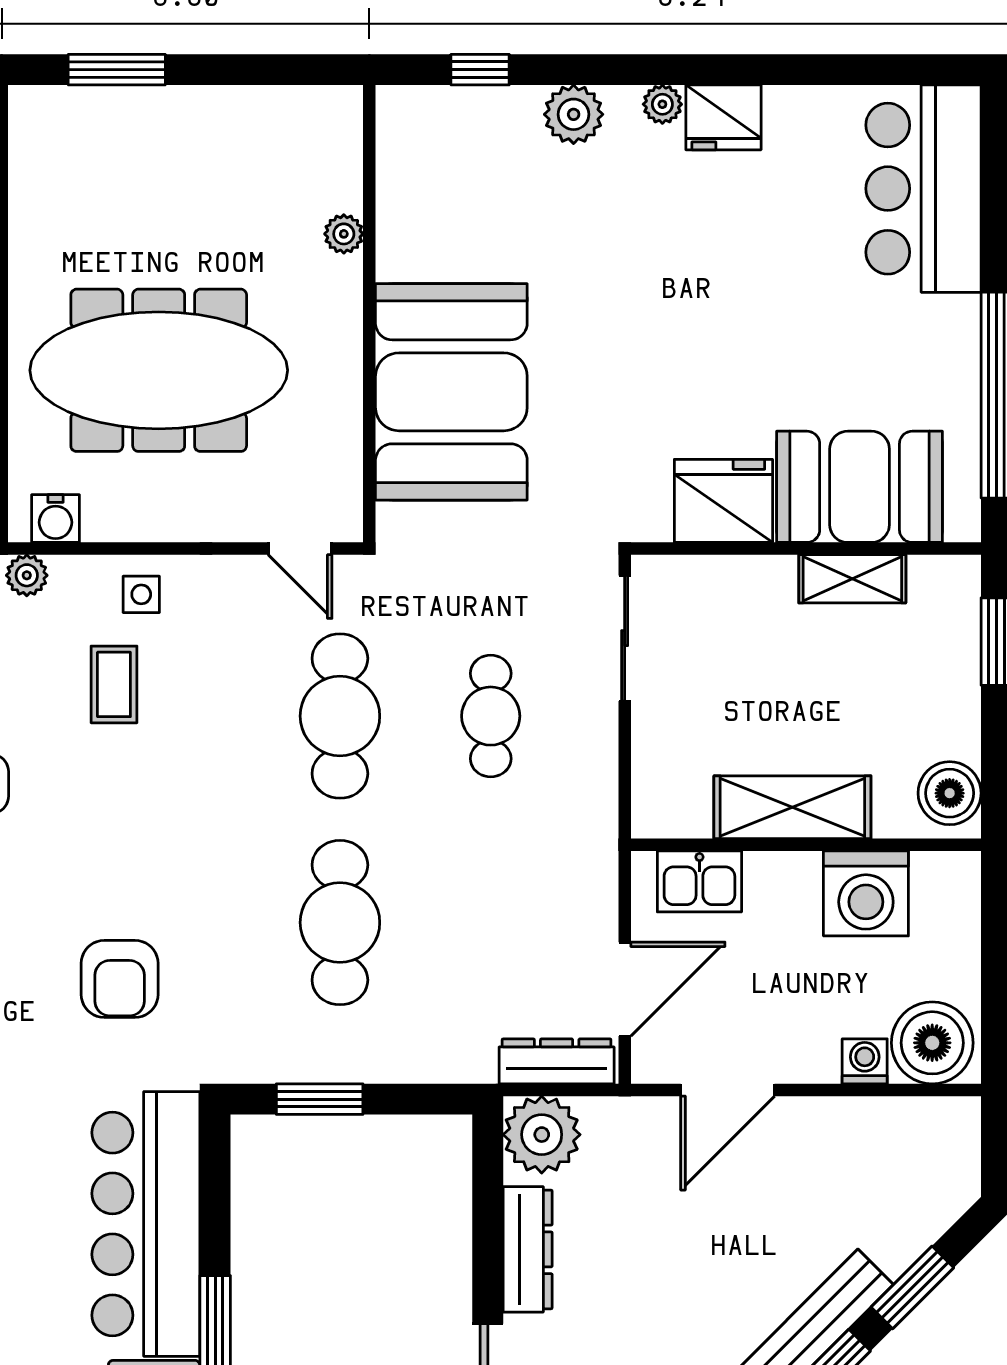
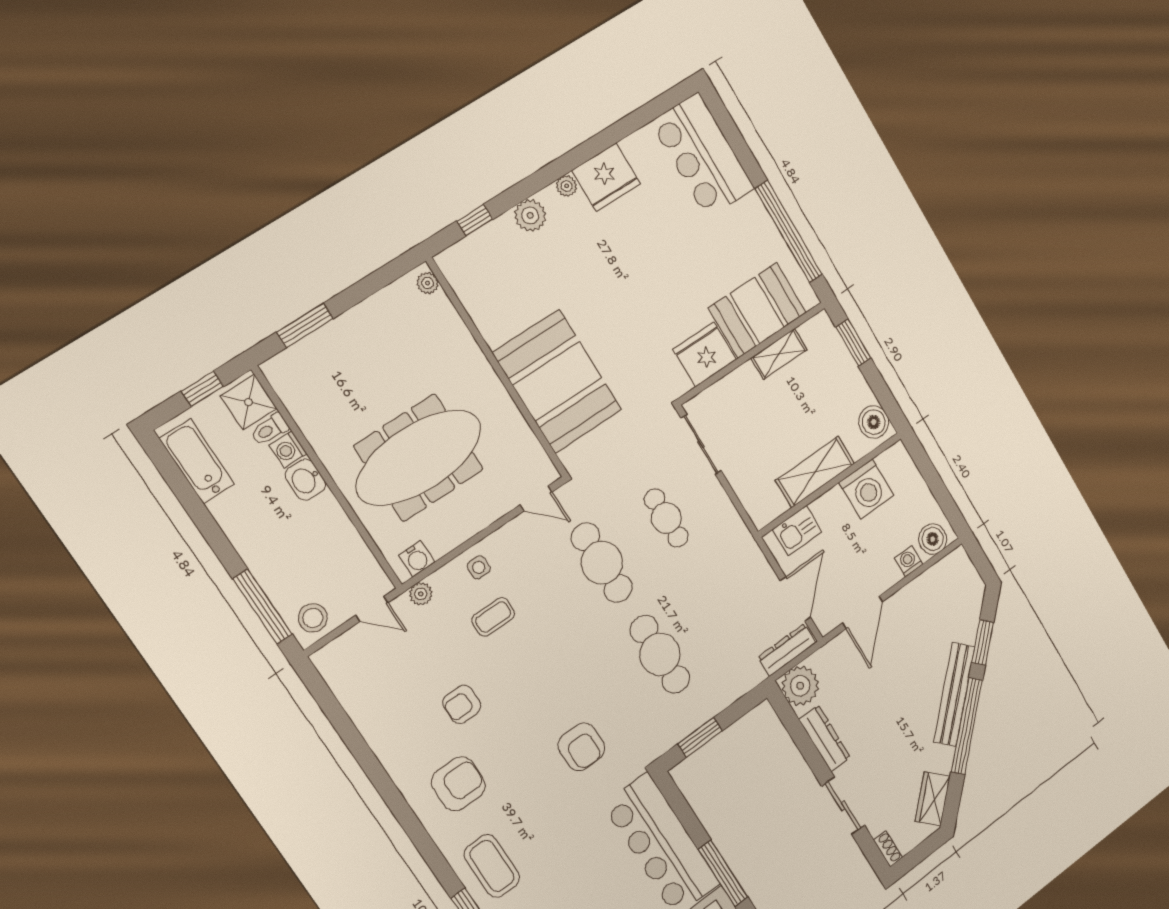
fridge: (723, 117) -> (606, 177), width x1.36, depth x1.34
plant: (344, 234) -> (428, 283), moved
coffee table: (114, 684) -> (493, 617), turned 90
boiler: (932, 1043) -> (933, 539), width x0.73, depth x0.73

